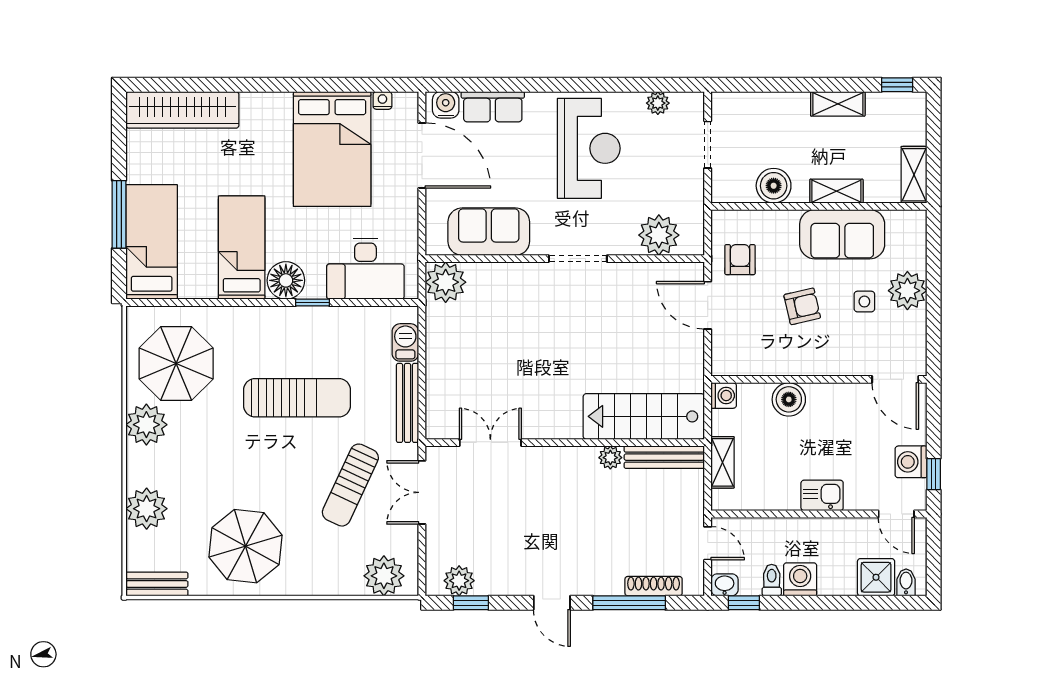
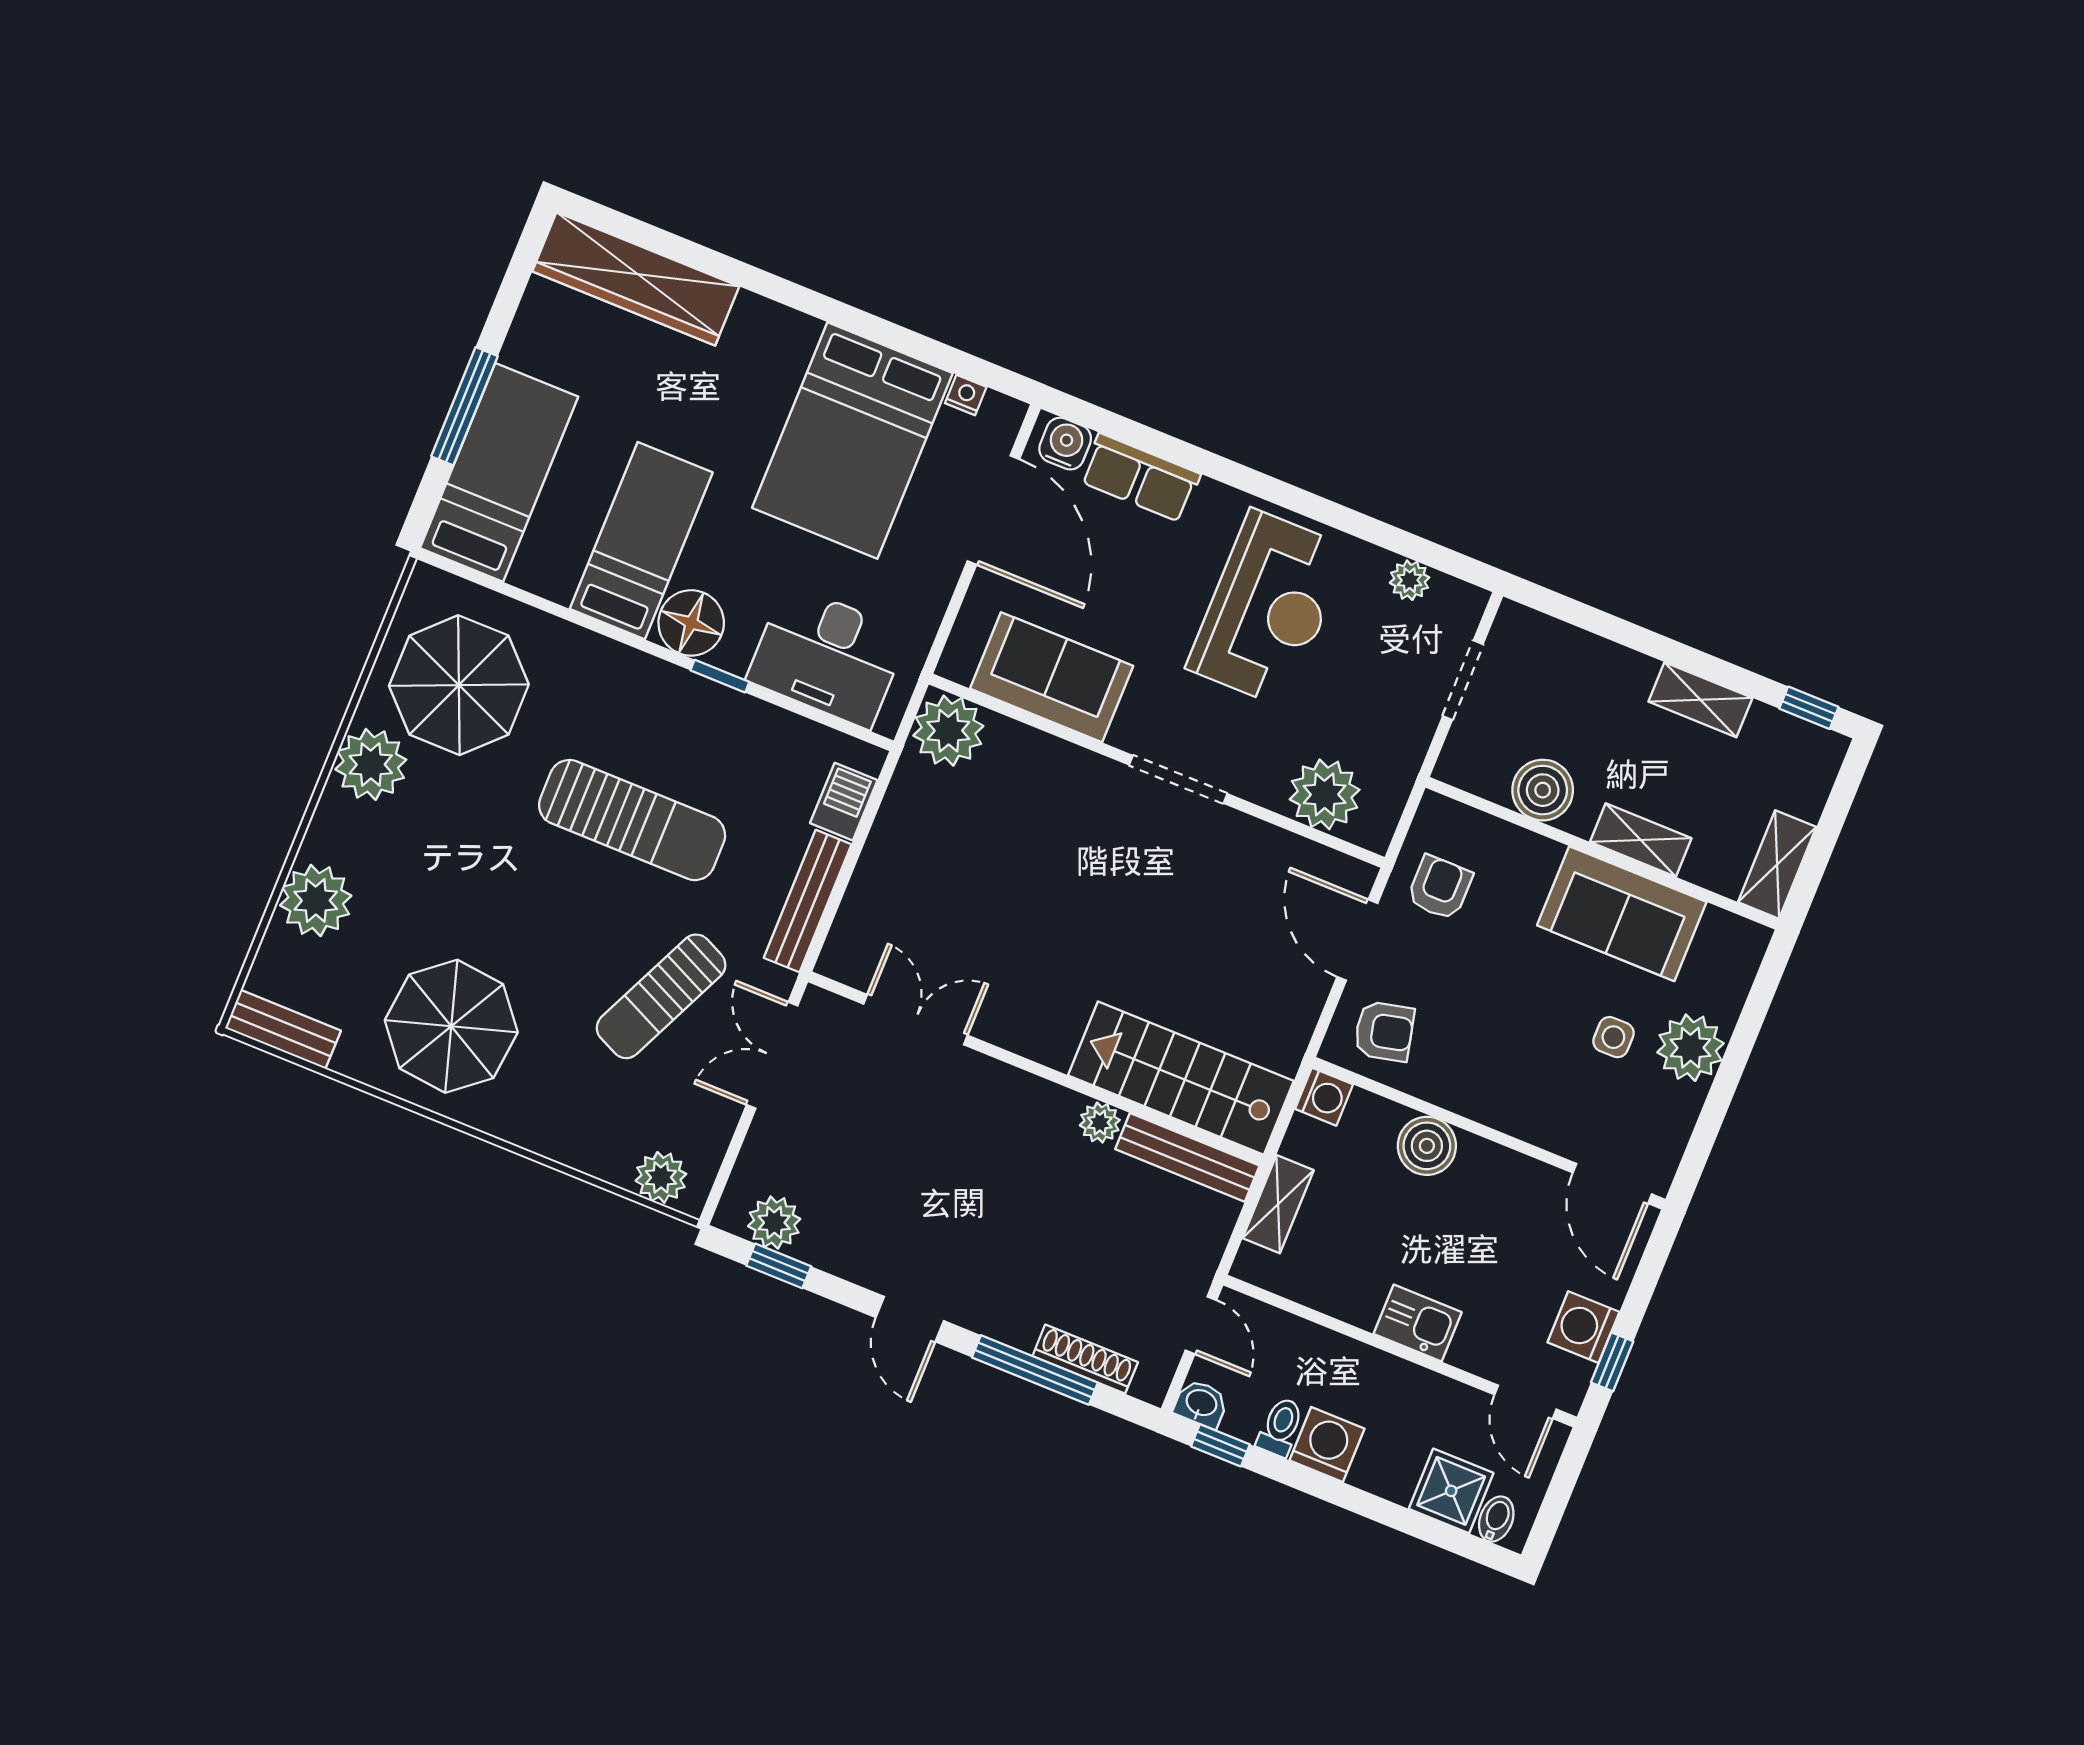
armchair: (802, 306) -> (1384, 1031), moved
plant: (384, 576) -> (661, 1177), width x0.73, depth x0.73

